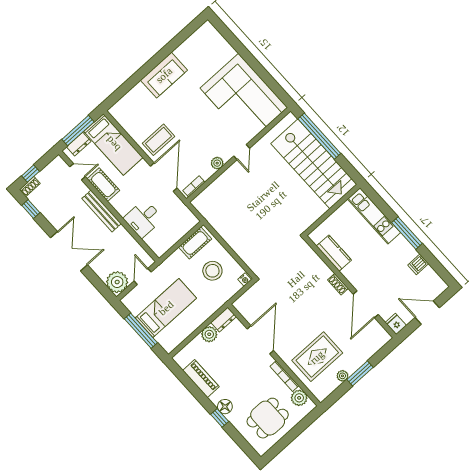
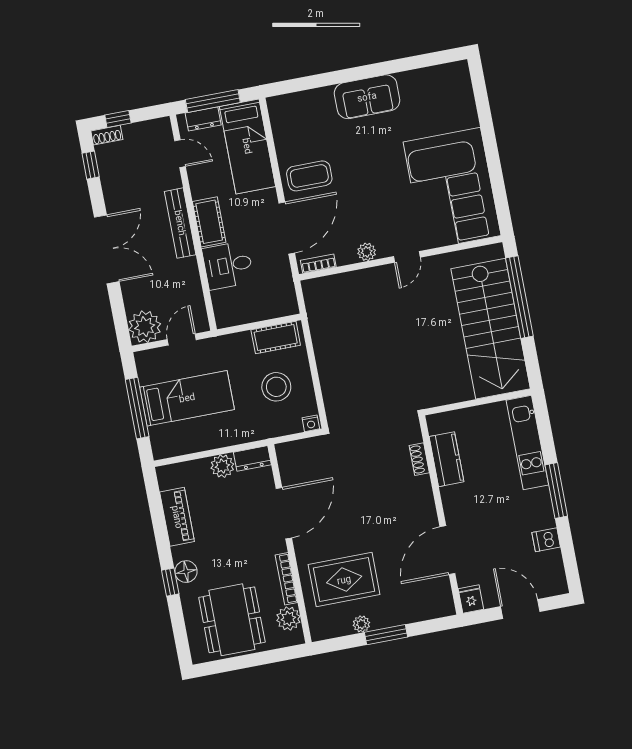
cot: (103, 185) -> (209, 222), moved
shoe rack: (338, 284) -> (419, 459), moved
dining table: (268, 418) -> (232, 620), width x1.38

